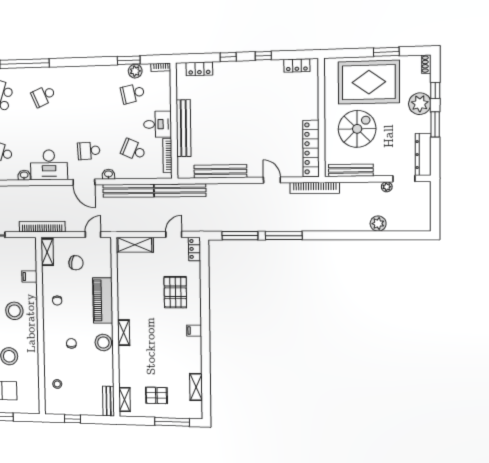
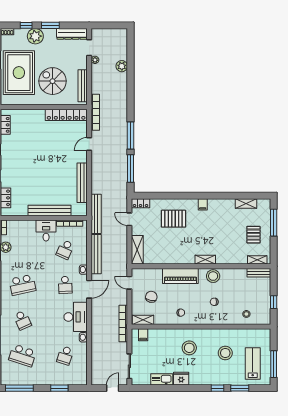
school desk: (133, 93) -> (22, 285), moved, width x1.85
filing cabinet: (29, 277) -> (143, 335), moved

